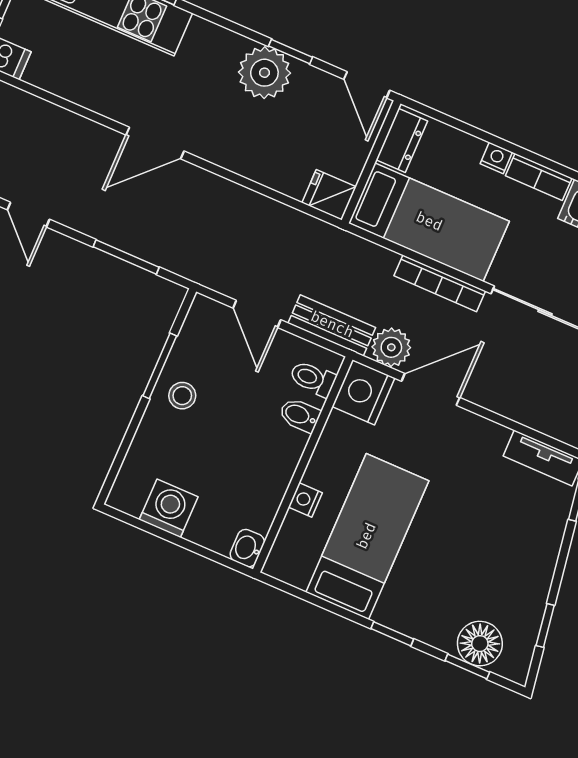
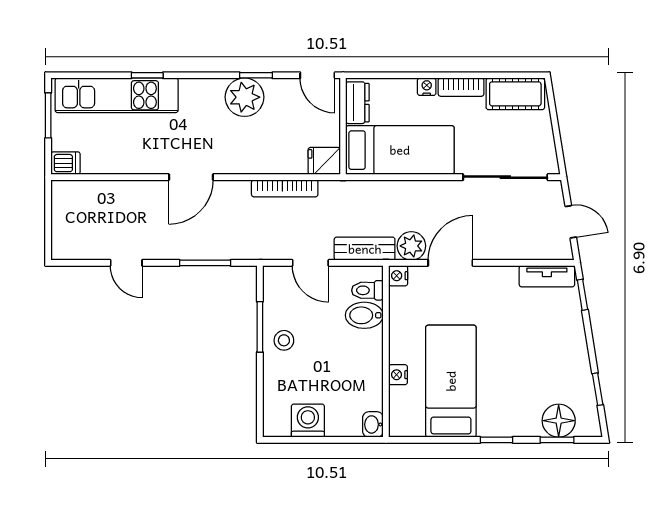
bookcase: (440, 283) -> (285, 188), moved
nightstand: (363, 392) -> (398, 276), width x0.53, depth x0.56
bidet: (300, 415) -> (364, 315), width x1.38, depth x1.36

